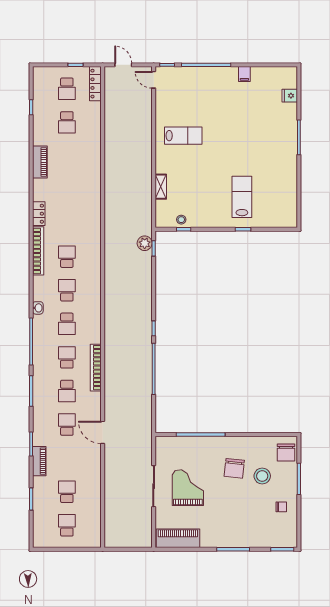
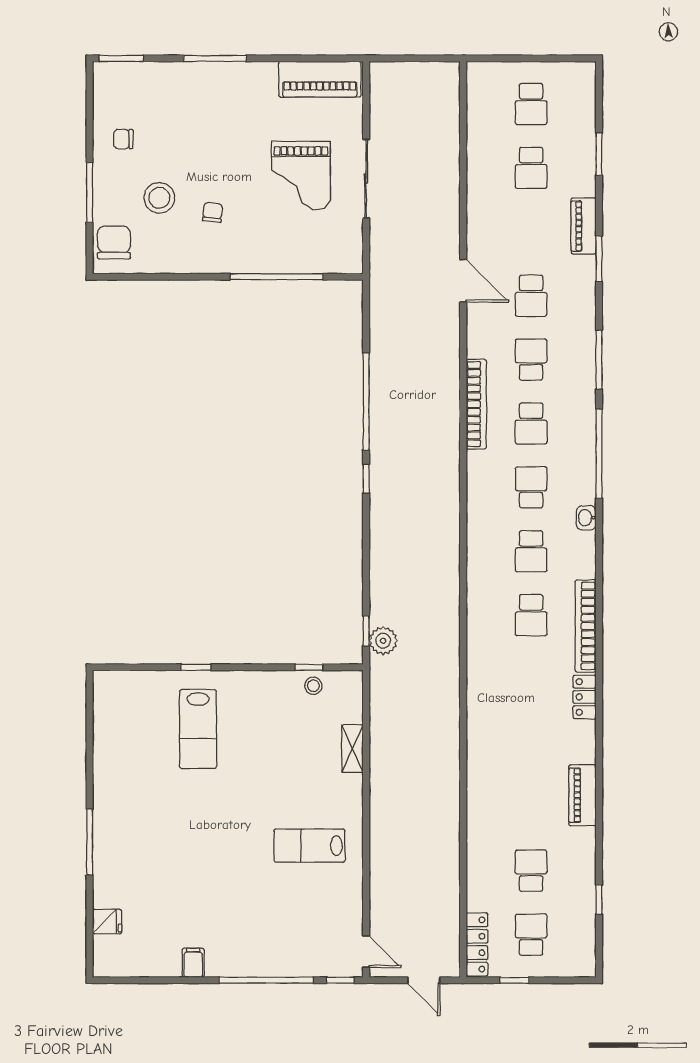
chair: (234, 468) -> (213, 212), width x0.54, depth x0.54

